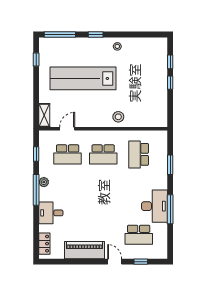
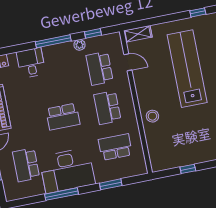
window: (170, 83) -> (188, 169), moved
plant: (44, 182) -> (80, 45), moved
school desk: (103, 195) -> (63, 117), added
desk: (154, 206) -> (67, 170), width x1.36, depth x1.30

